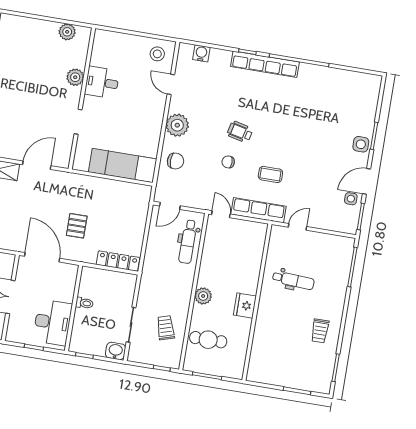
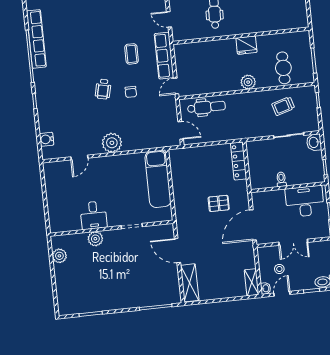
stool: (157, 54) -> (57, 176), removed
row of seats: (265, 64) -> (36, 39), moved
chair: (176, 161) -> (142, 136), removed

